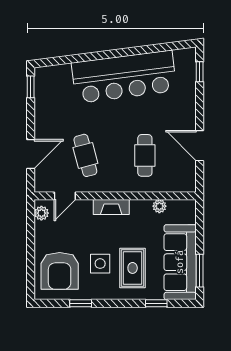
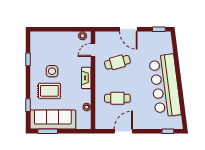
door: (31, 154) -> (128, 29), moved
door: (65, 196) -> (93, 50), hinge flipped
armchair: (60, 271) -> (48, 47), removed

